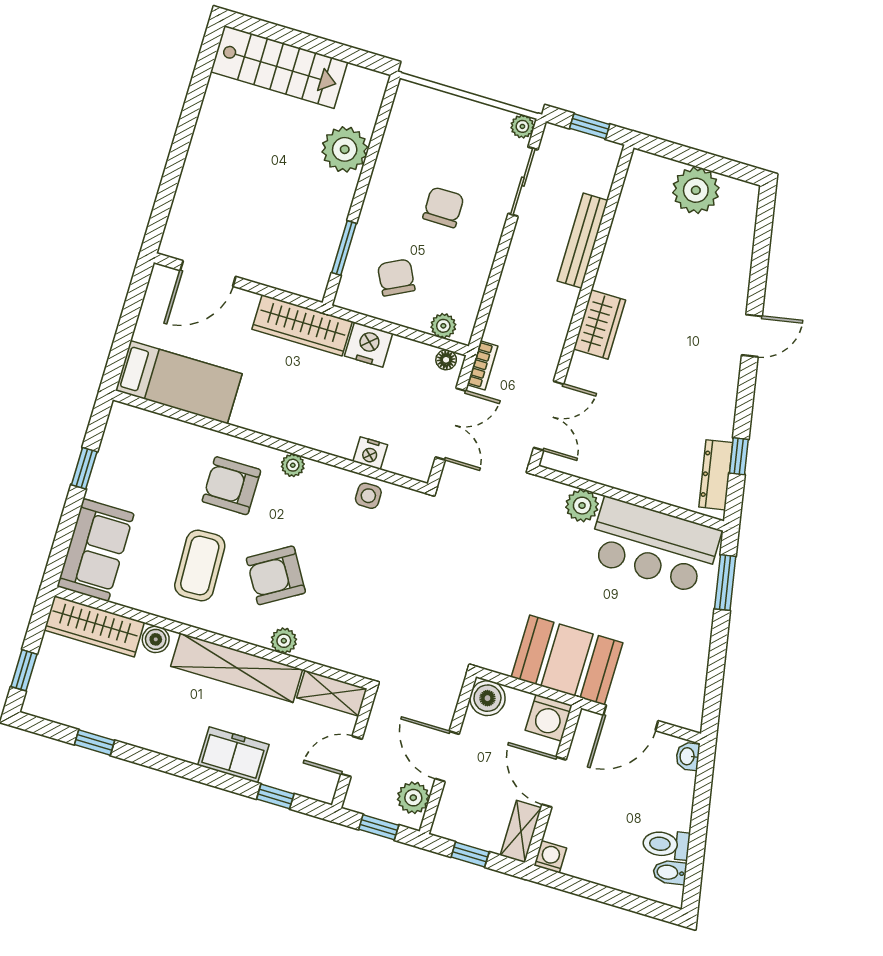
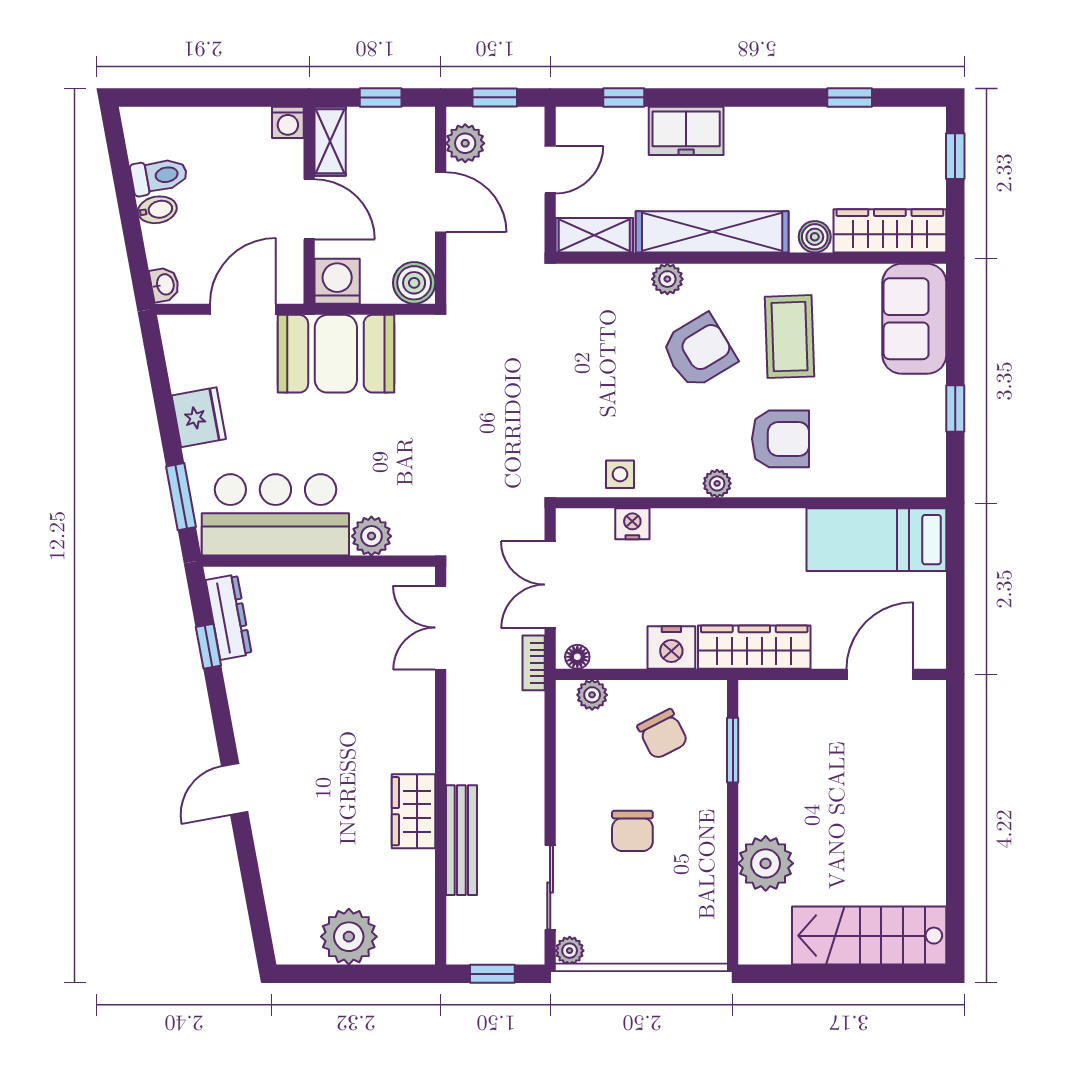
wardrobe: (599, 324) -> (413, 811), moved
fridge: (692, 642) -> (199, 417), added
bidet: (670, 872) -> (157, 210), moved

